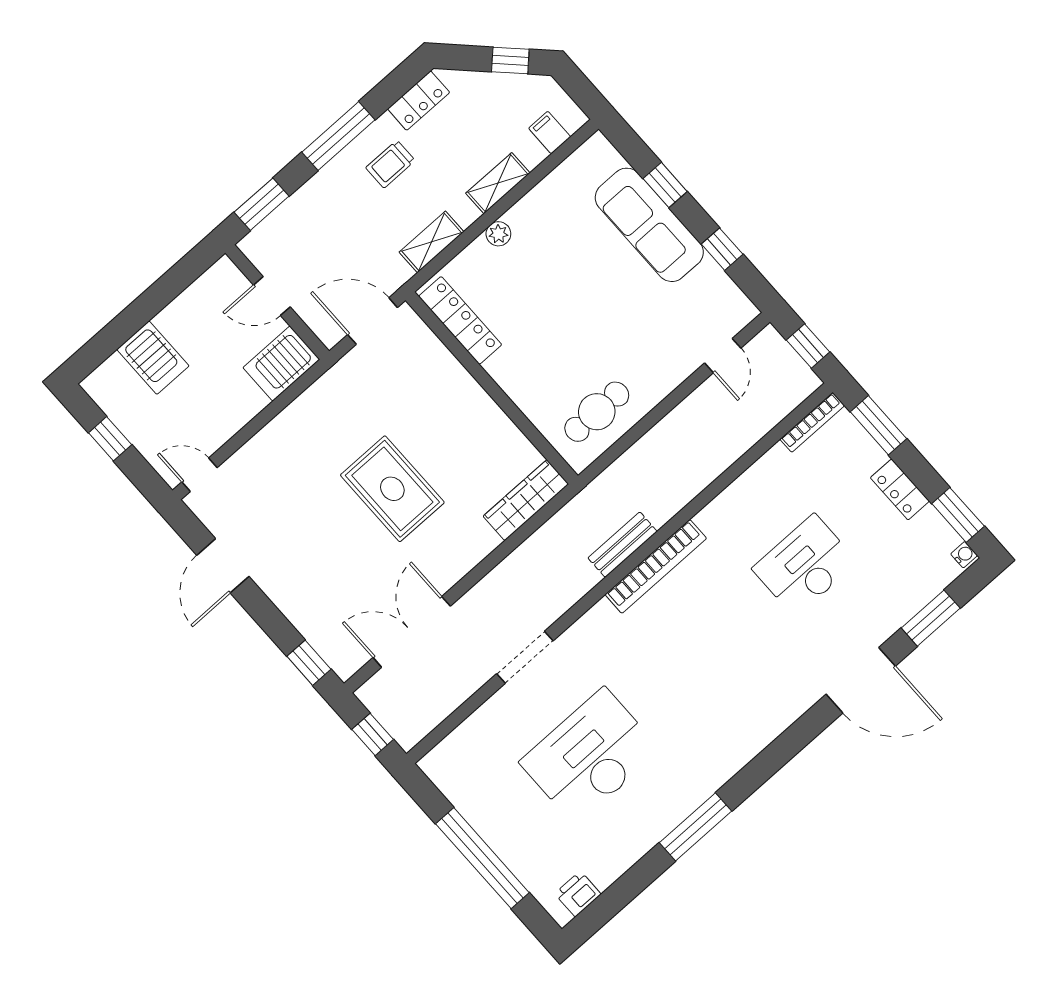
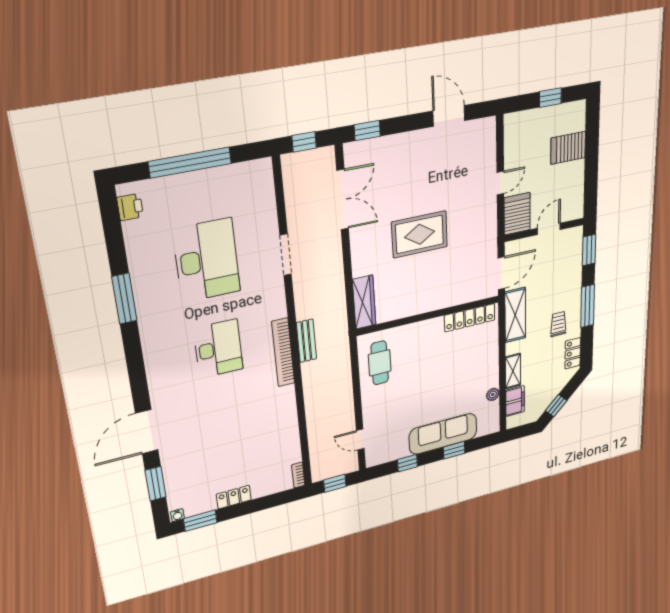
filing cabinet: (550, 133) -> (515, 401), width x2.00
plant: (498, 234) -> (493, 394), moved
shelving: (431, 242) -> (515, 315), width x1.50, depth x1.33
bookcase: (812, 422) -> (298, 475), width x0.64
window: (878, 425) -> (273, 501), removed
door: (199, 475) -> (500, 183), moved
desk: (805, 565) -> (218, 349), moved

